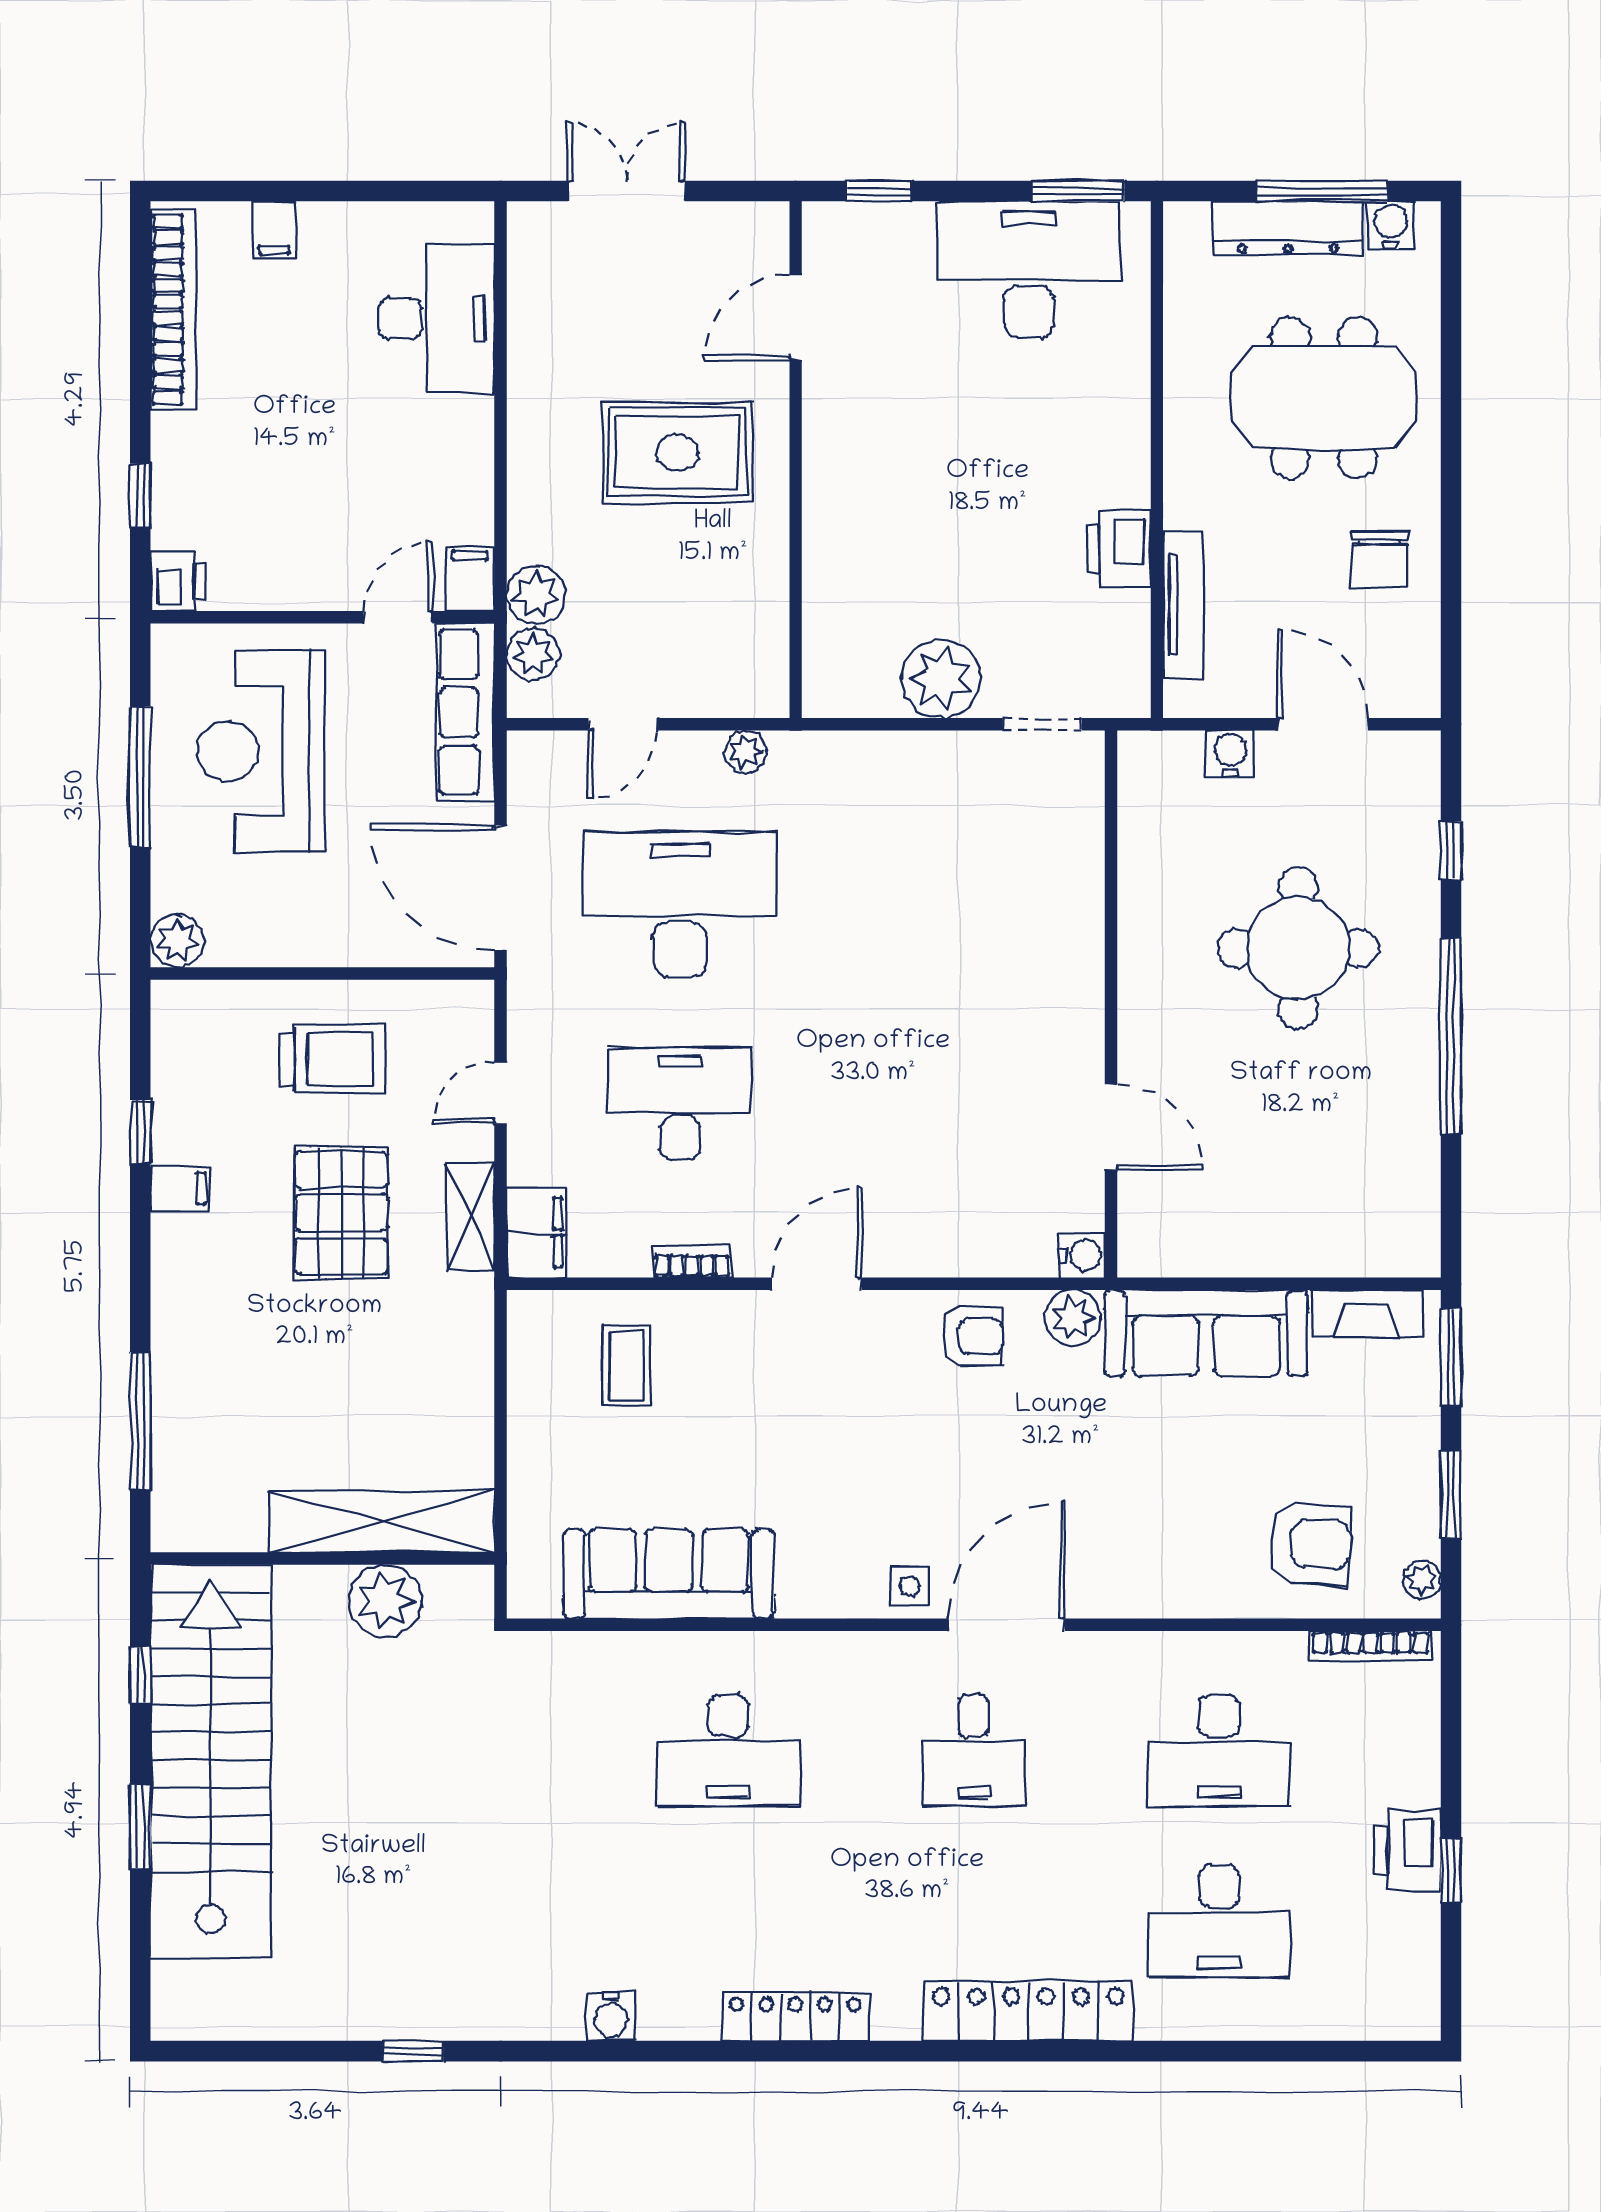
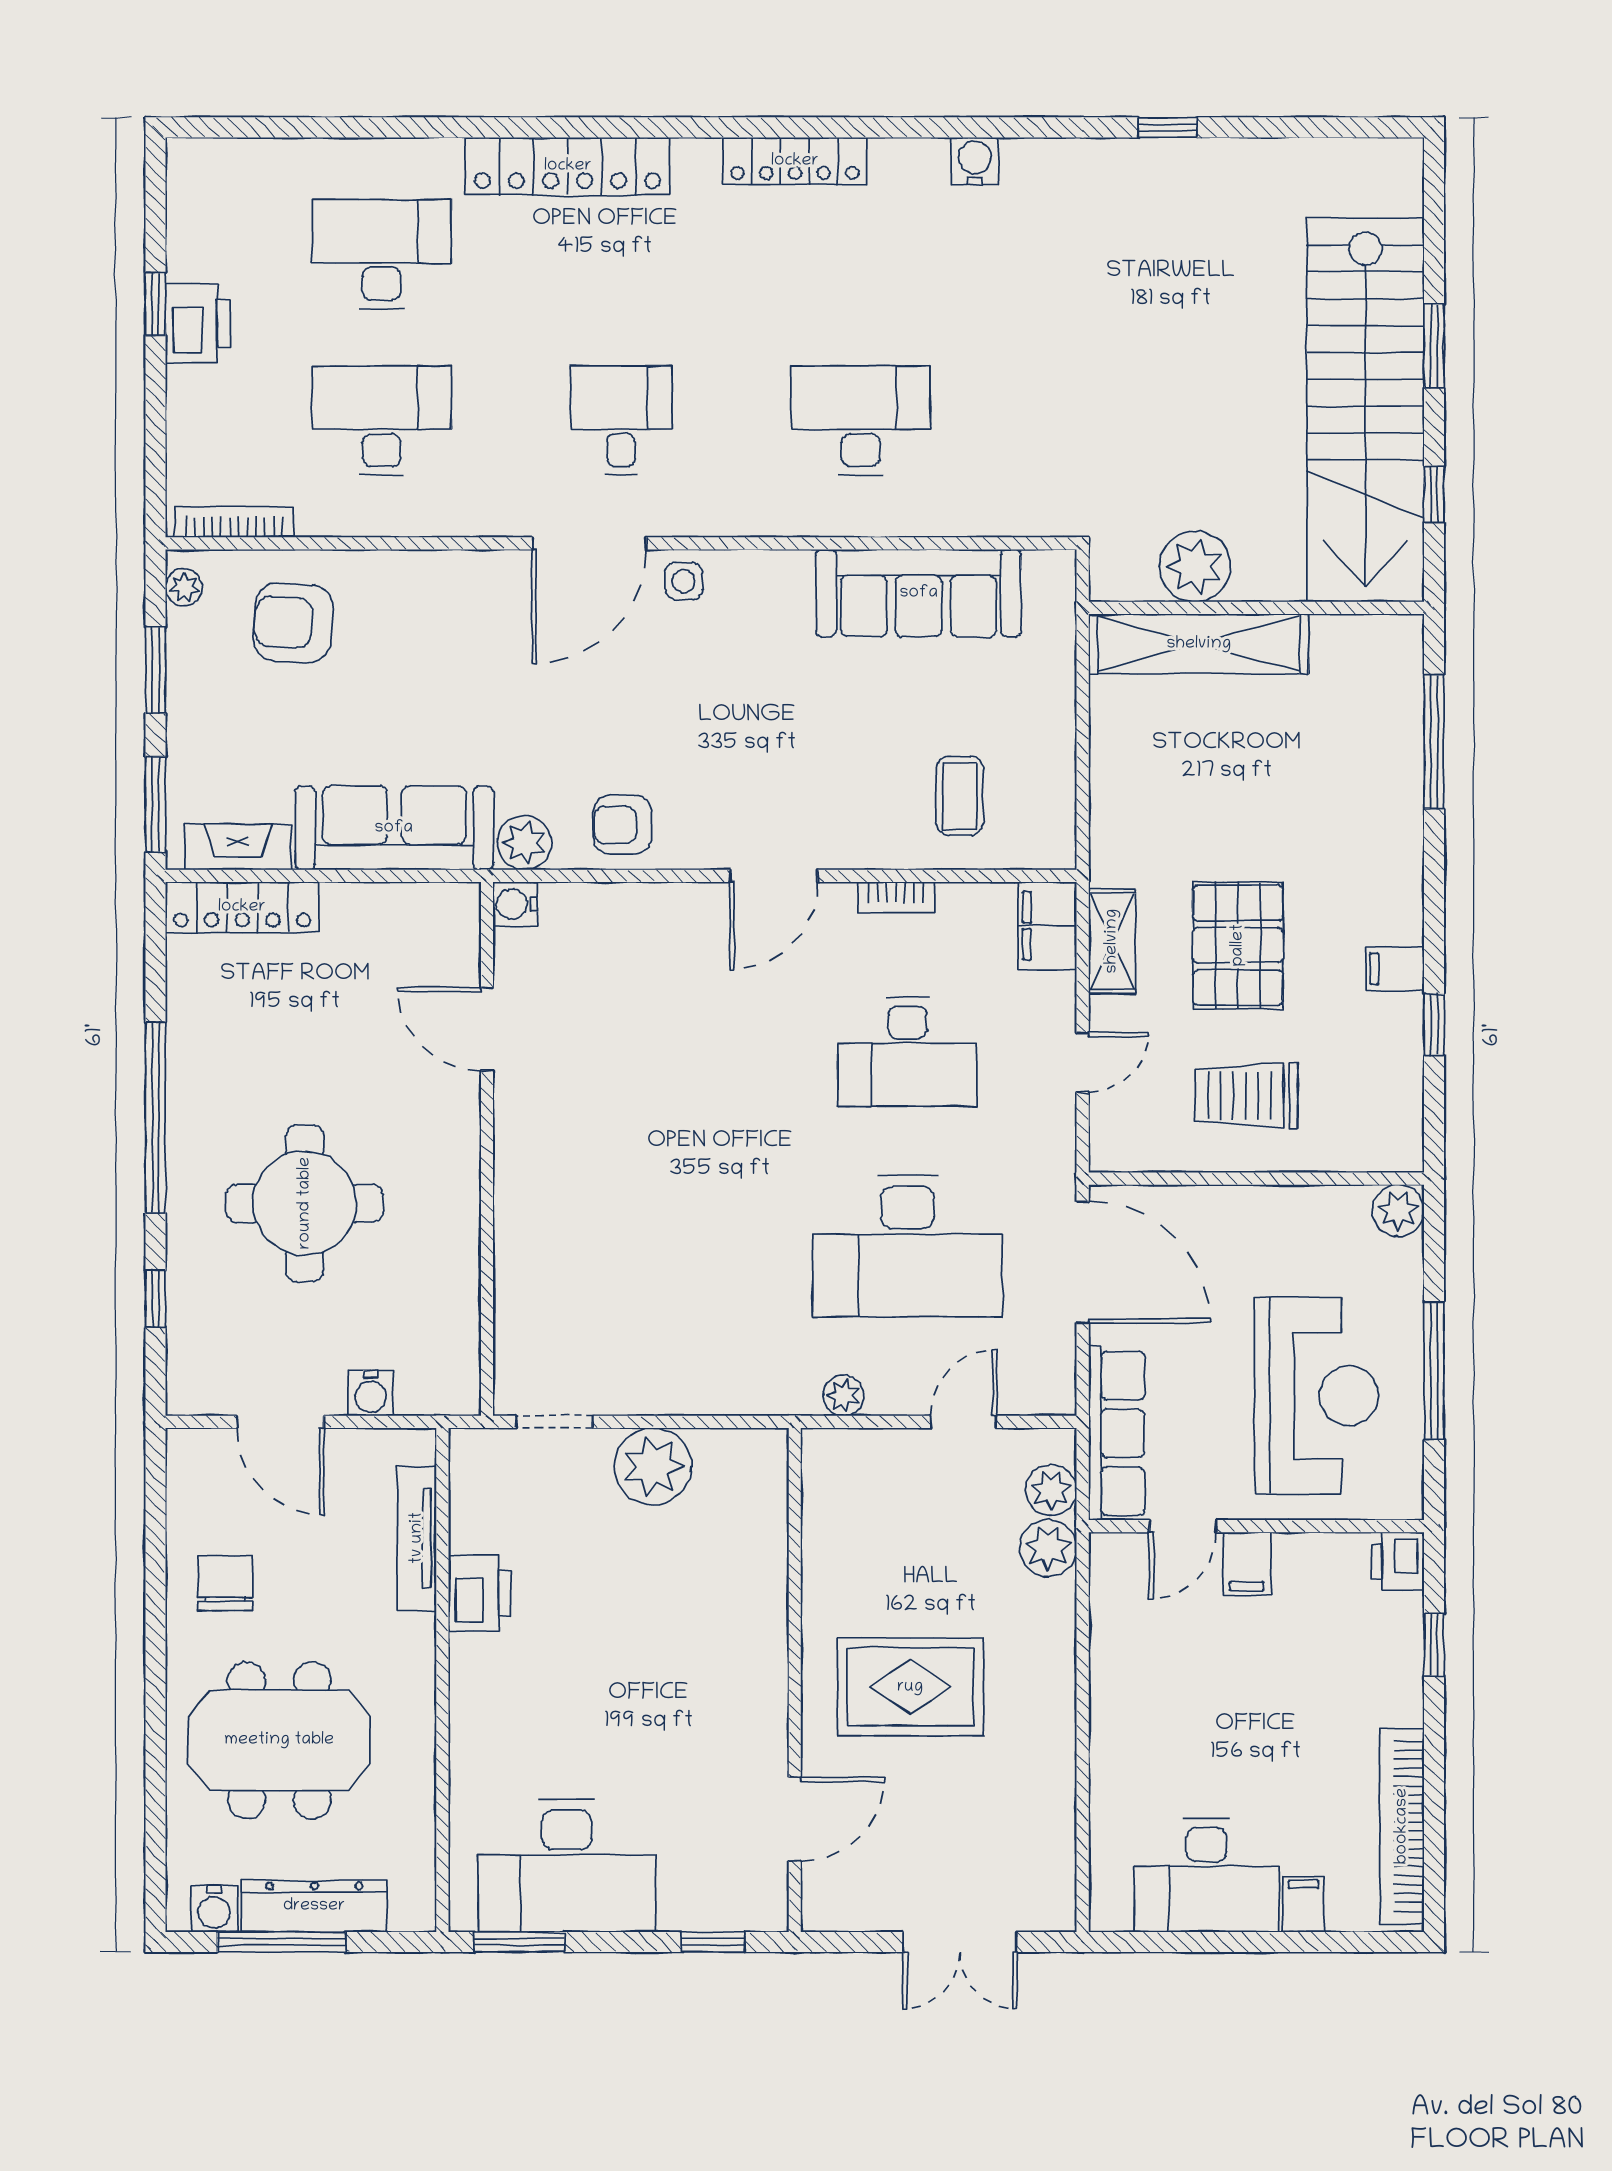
desk: (436, 319) -> (1206, 1875), moved, turned -90
filing cabinet: (470, 579) -> (1247, 1564), moved
locker: (1362, 1252) -> (242, 907), added

